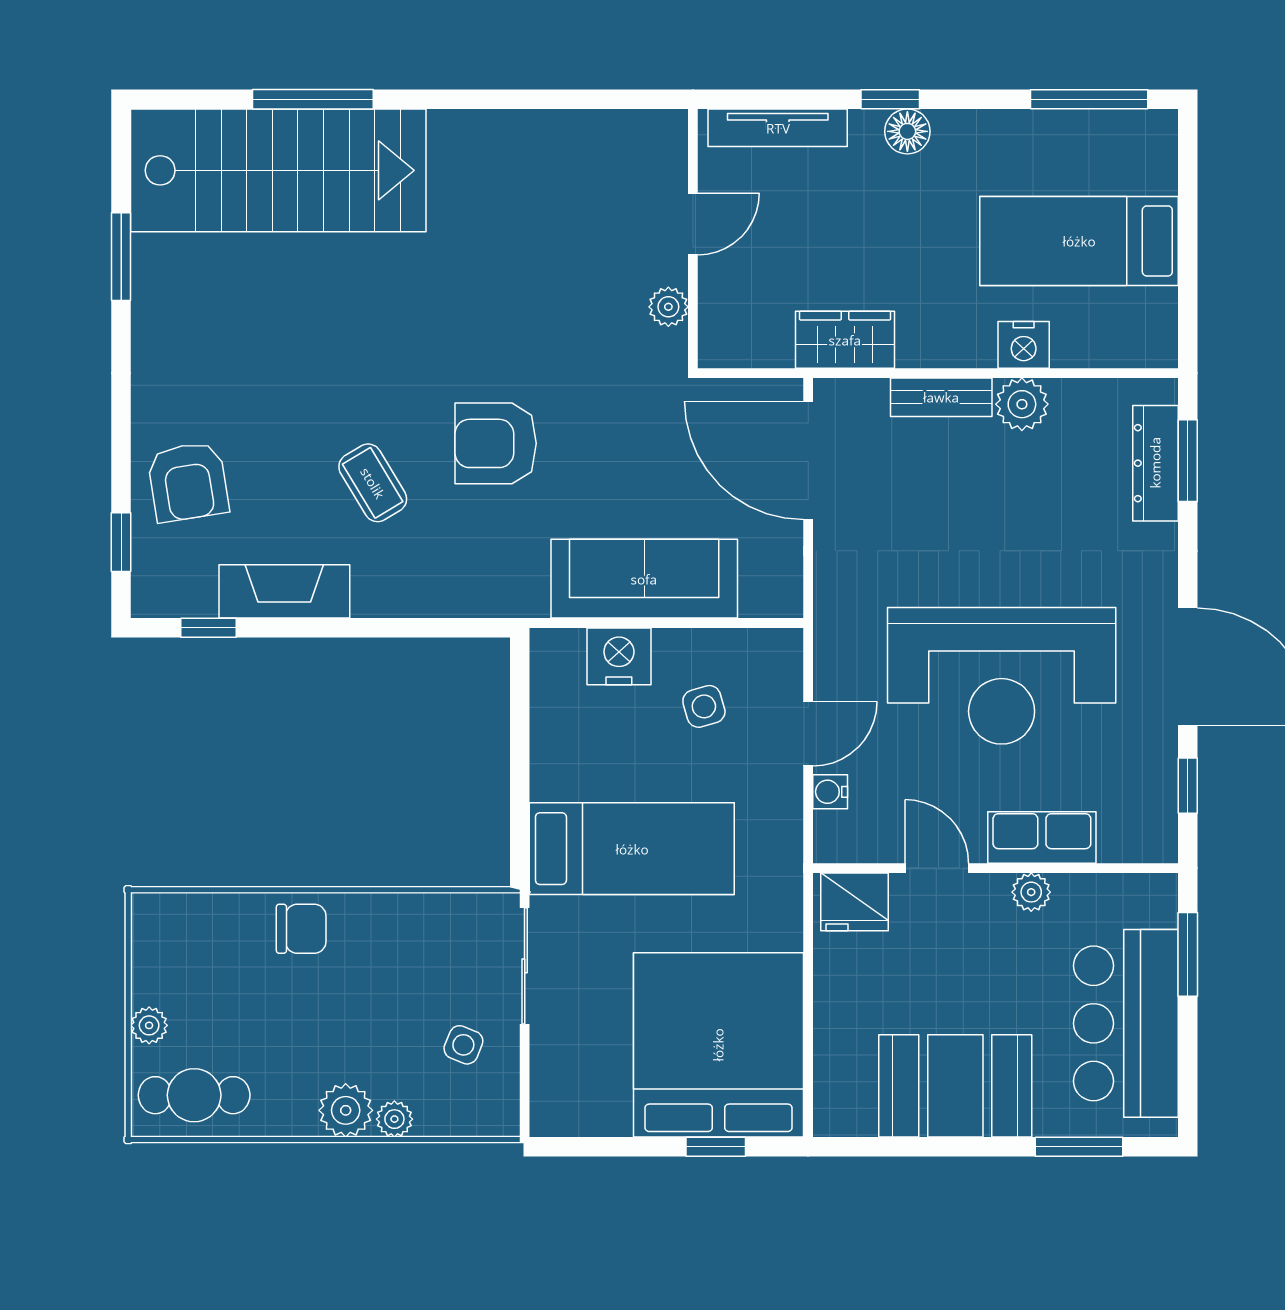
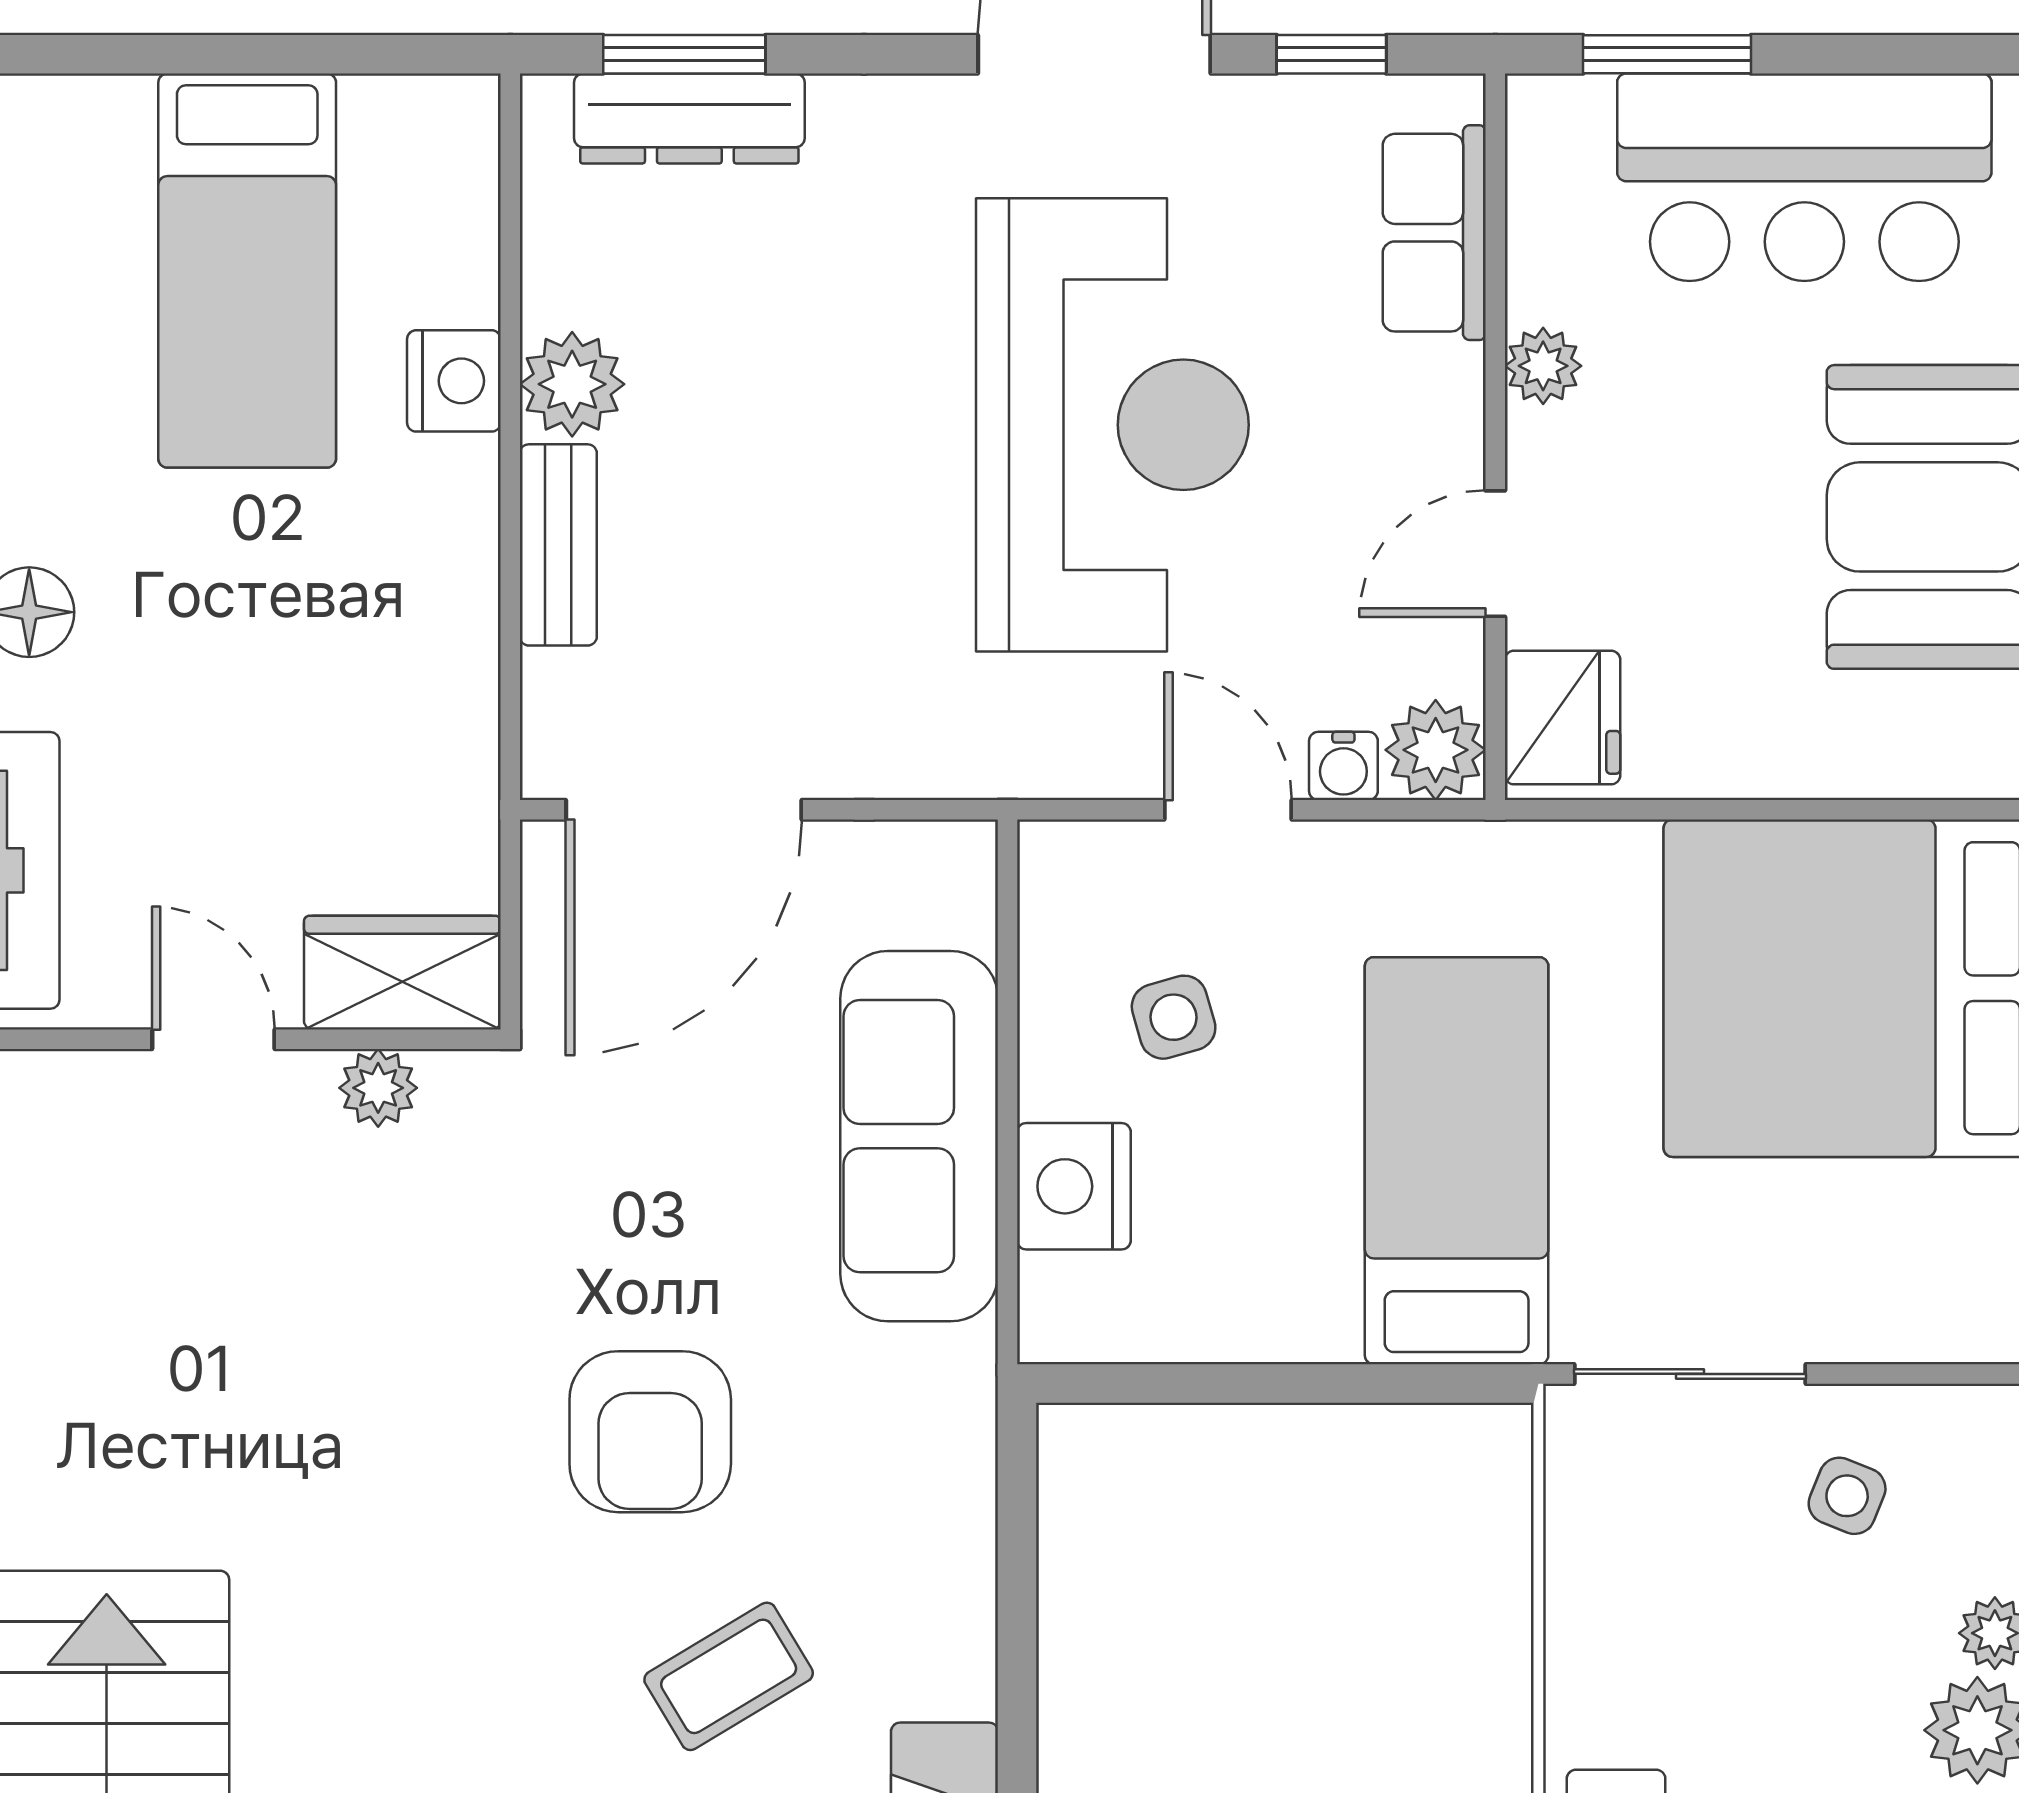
wardrobe: (845, 340) -> (402, 973), moved, turned 90
row of seats: (1042, 837) -> (1434, 233), moved
plant: (838, 838) -> (1436, 750), added

